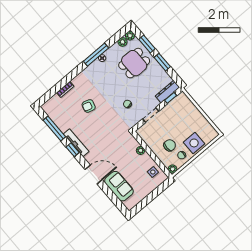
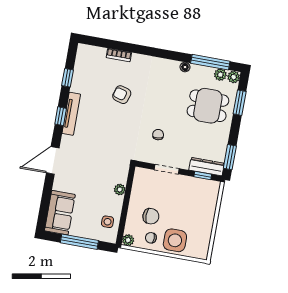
window: (96, 55) -> (210, 62), moved
window: (162, 62) -> (230, 157), moved
window: (54, 128) -> (68, 78), width x0.46
door: (94, 174) -> (53, 160), swing flipped
sofa: (119, 186) -> (60, 213), moved
window: (151, 197) -> (79, 242), added

